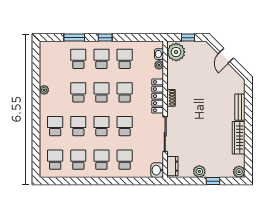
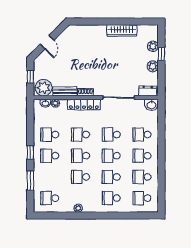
door: (226, 56) -> (47, 42), hinge flipped
school desk: (78, 59) -> (50, 198), moved
bench: (240, 107) -> (65, 91), moved
plant: (239, 172) -> (153, 46), moved

